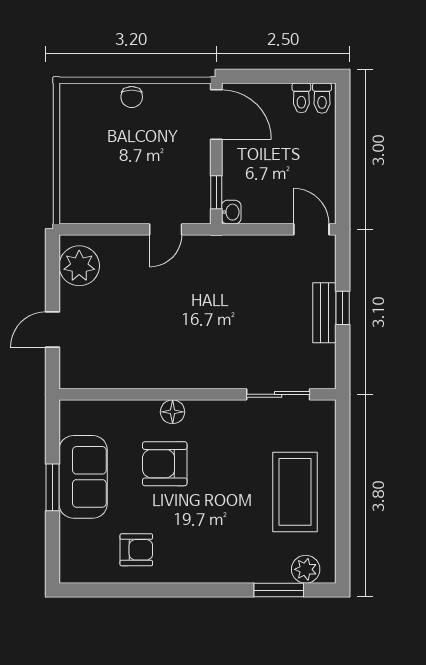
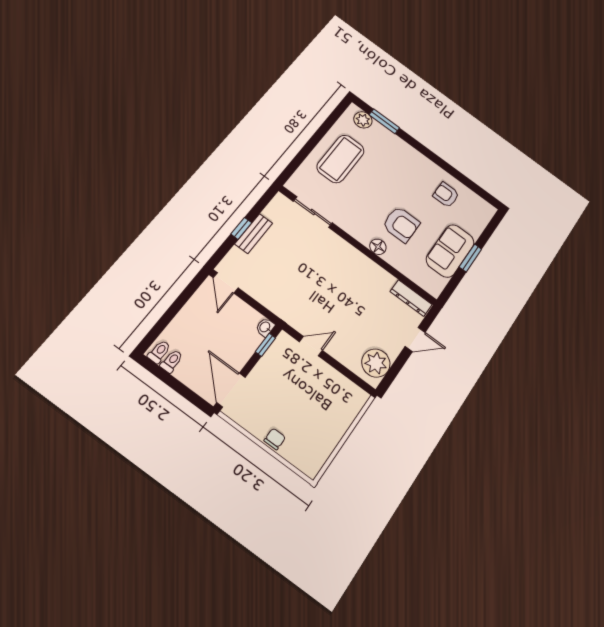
dresser: (91, 377) -> (411, 298), added

